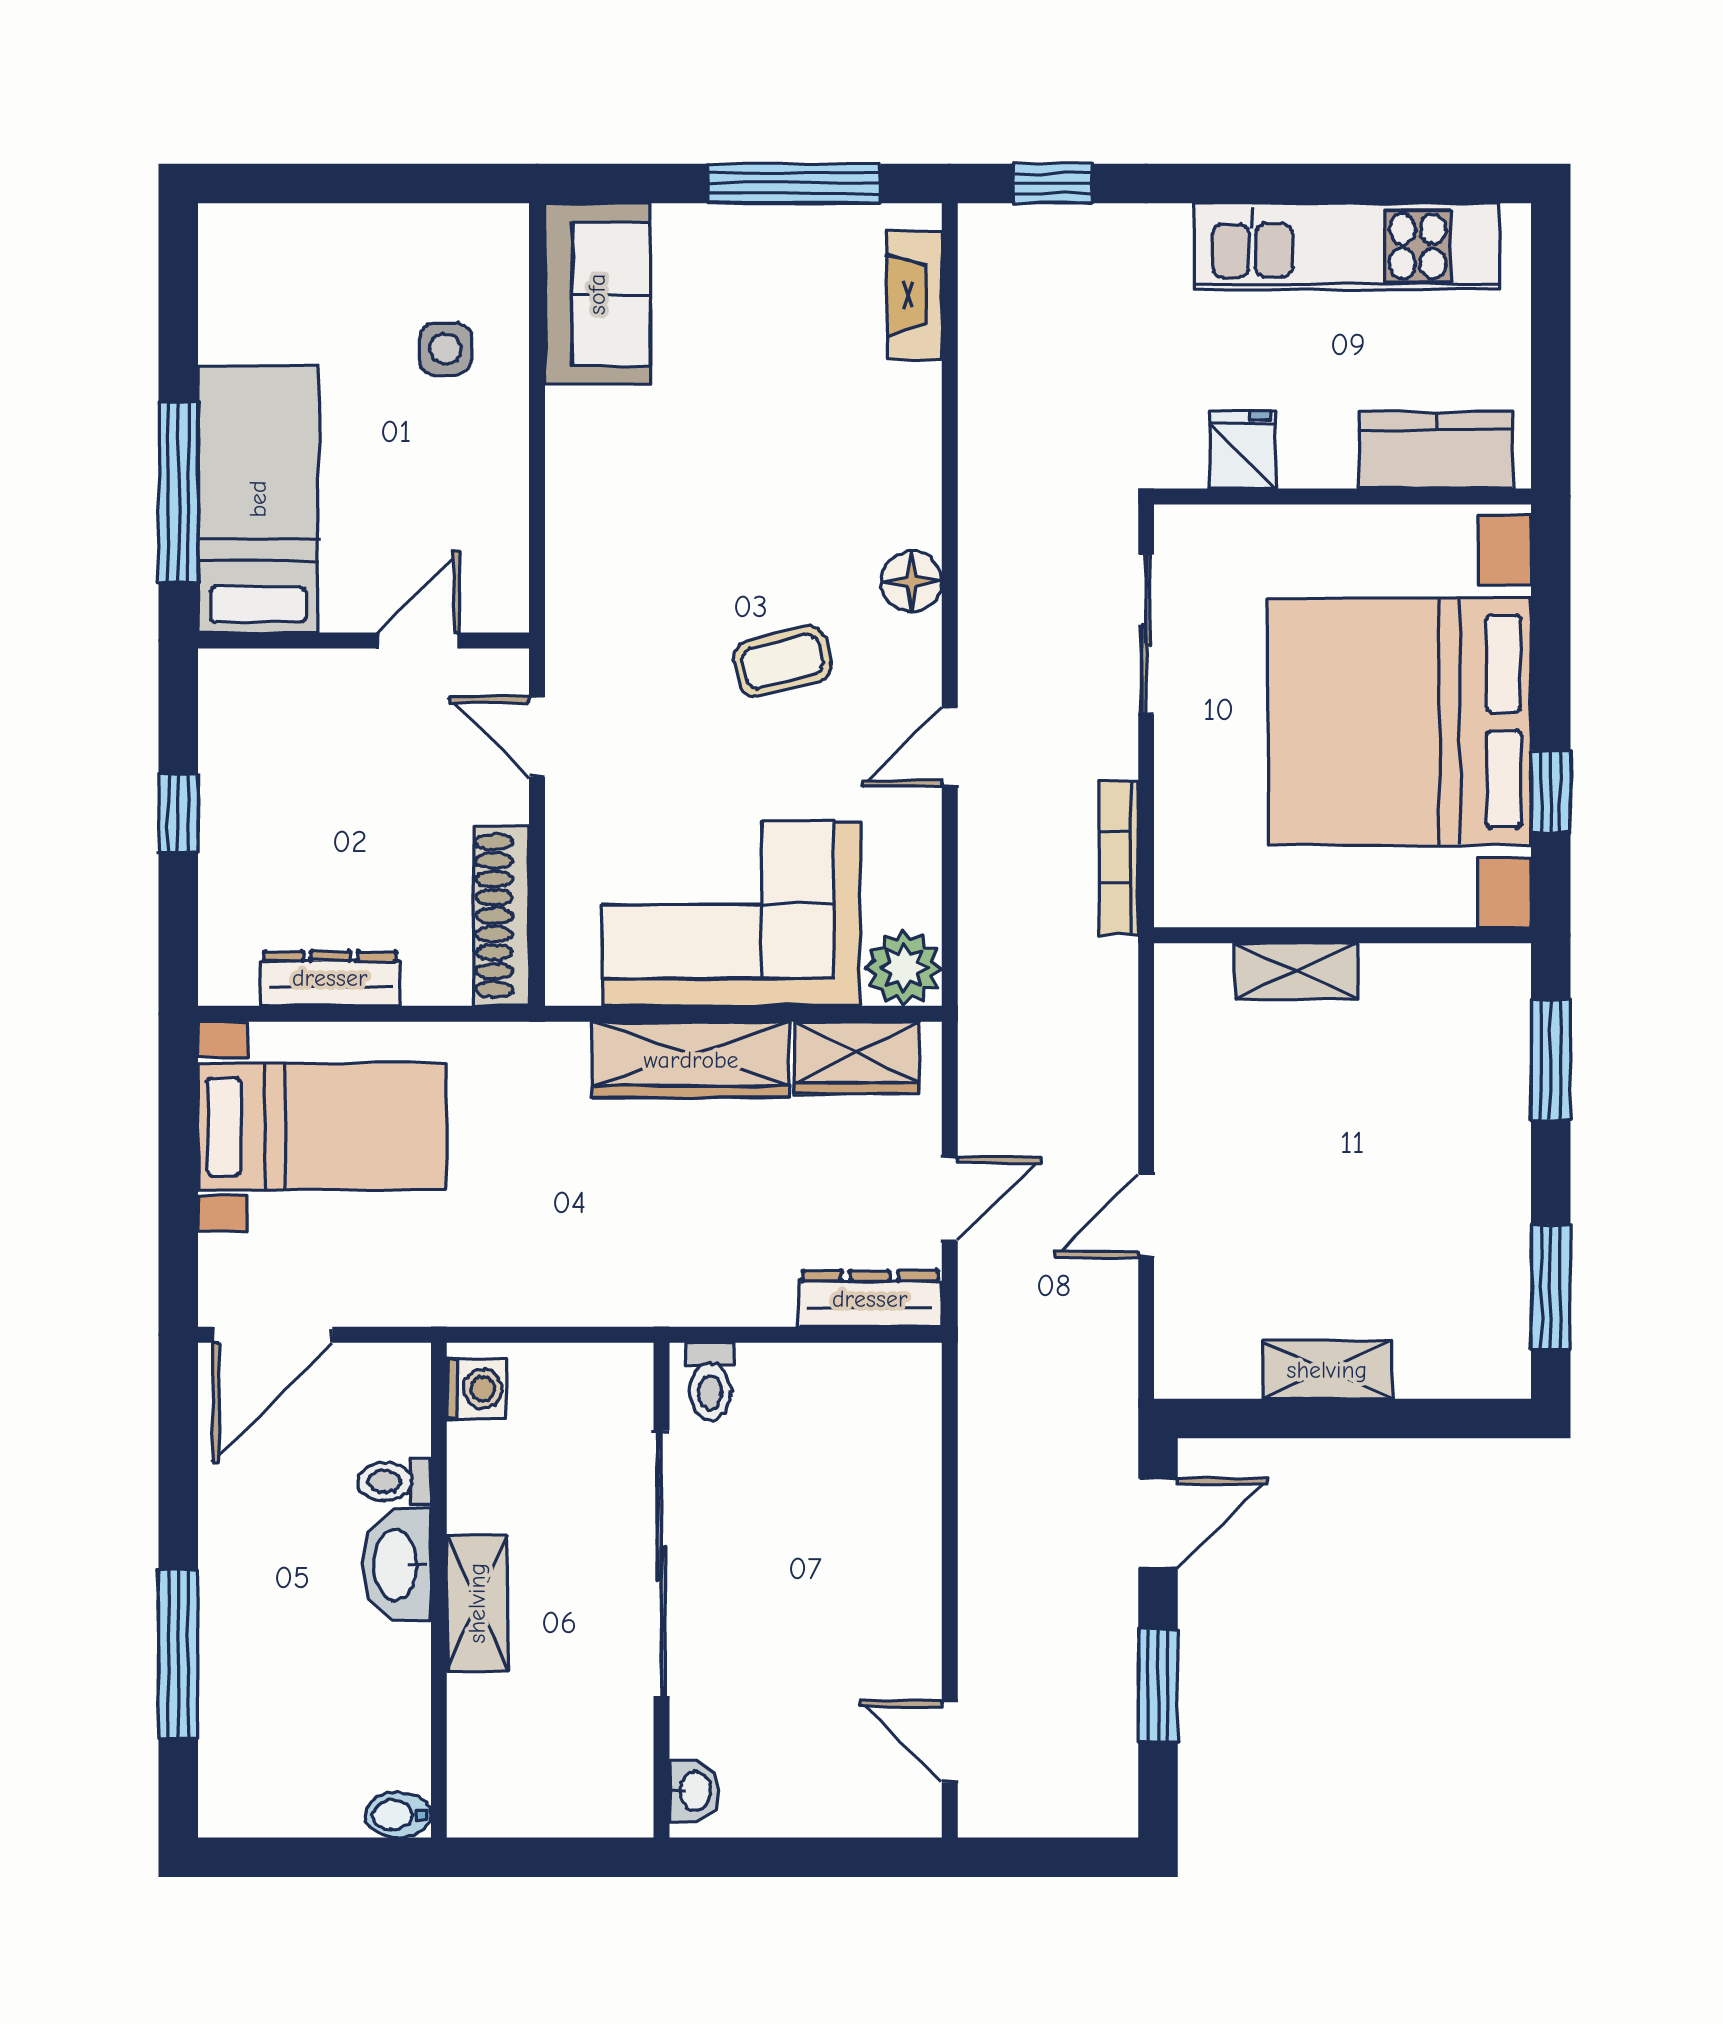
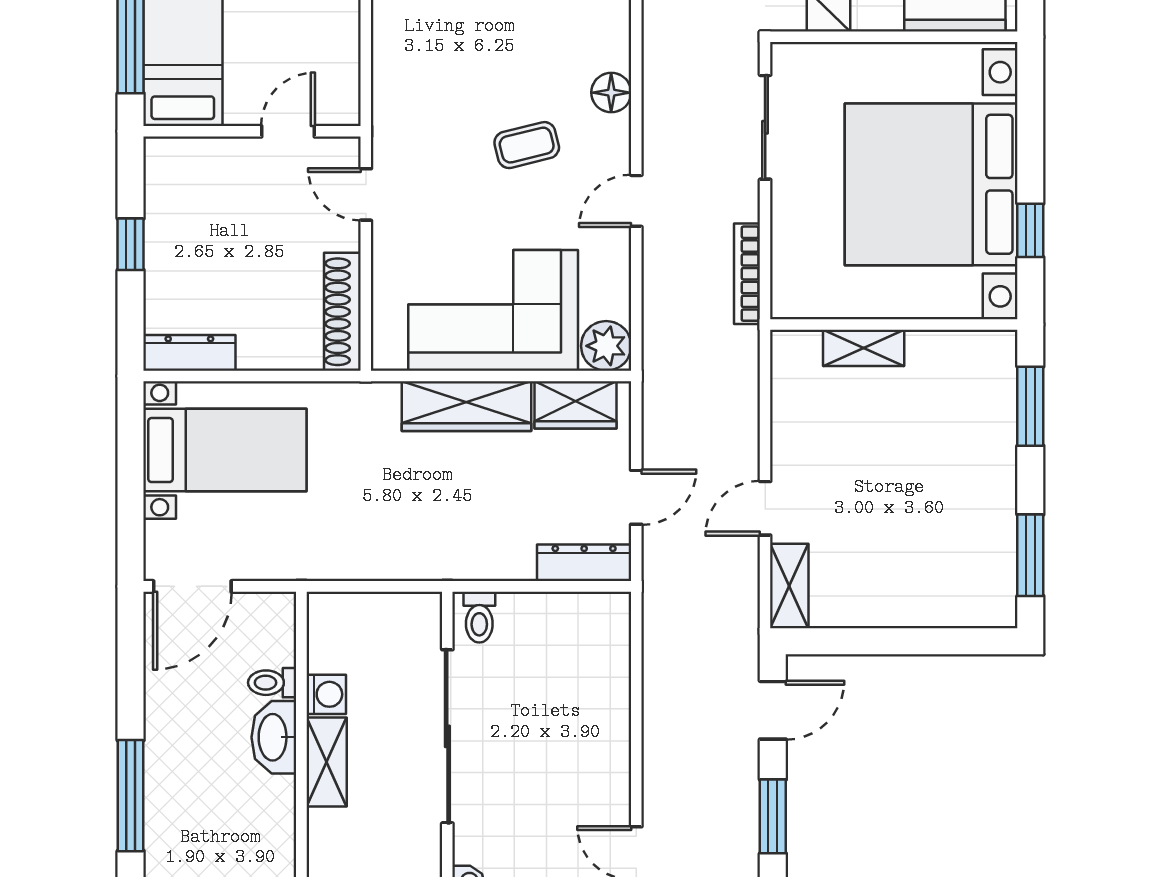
dresser: (330, 978) -> (189, 353), moved
shelving: (1327, 1370) -> (789, 586), moved, turned 90
washing machine: (477, 1389) -> (326, 694), moved

